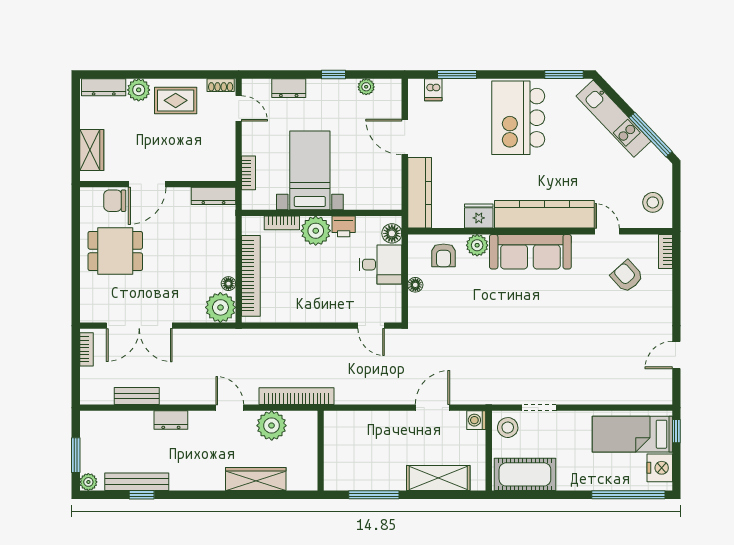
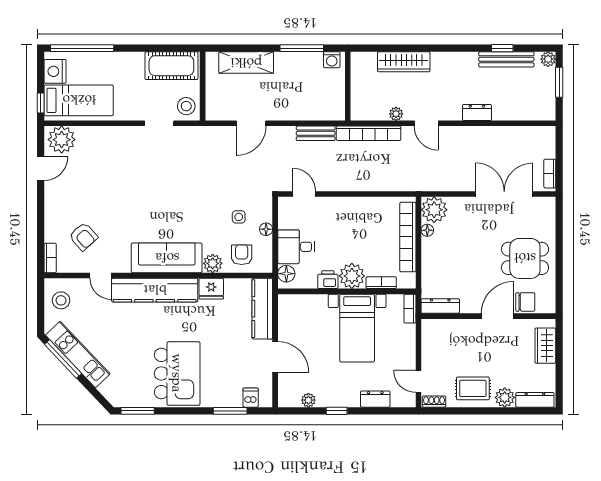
kitchen unit: (613, 119) -> (78, 355), moved
bookcase: (248, 173) -> (410, 309), moved
side table: (447, 299) -> (239, 217), added
plant: (652, 389) -> (62, 140), added
bench: (137, 396) -> (316, 133), moved
washing machine: (476, 420) -> (332, 60), moved, turned 90
plant: (272, 426) -> (396, 114), width x0.53, depth x0.53

